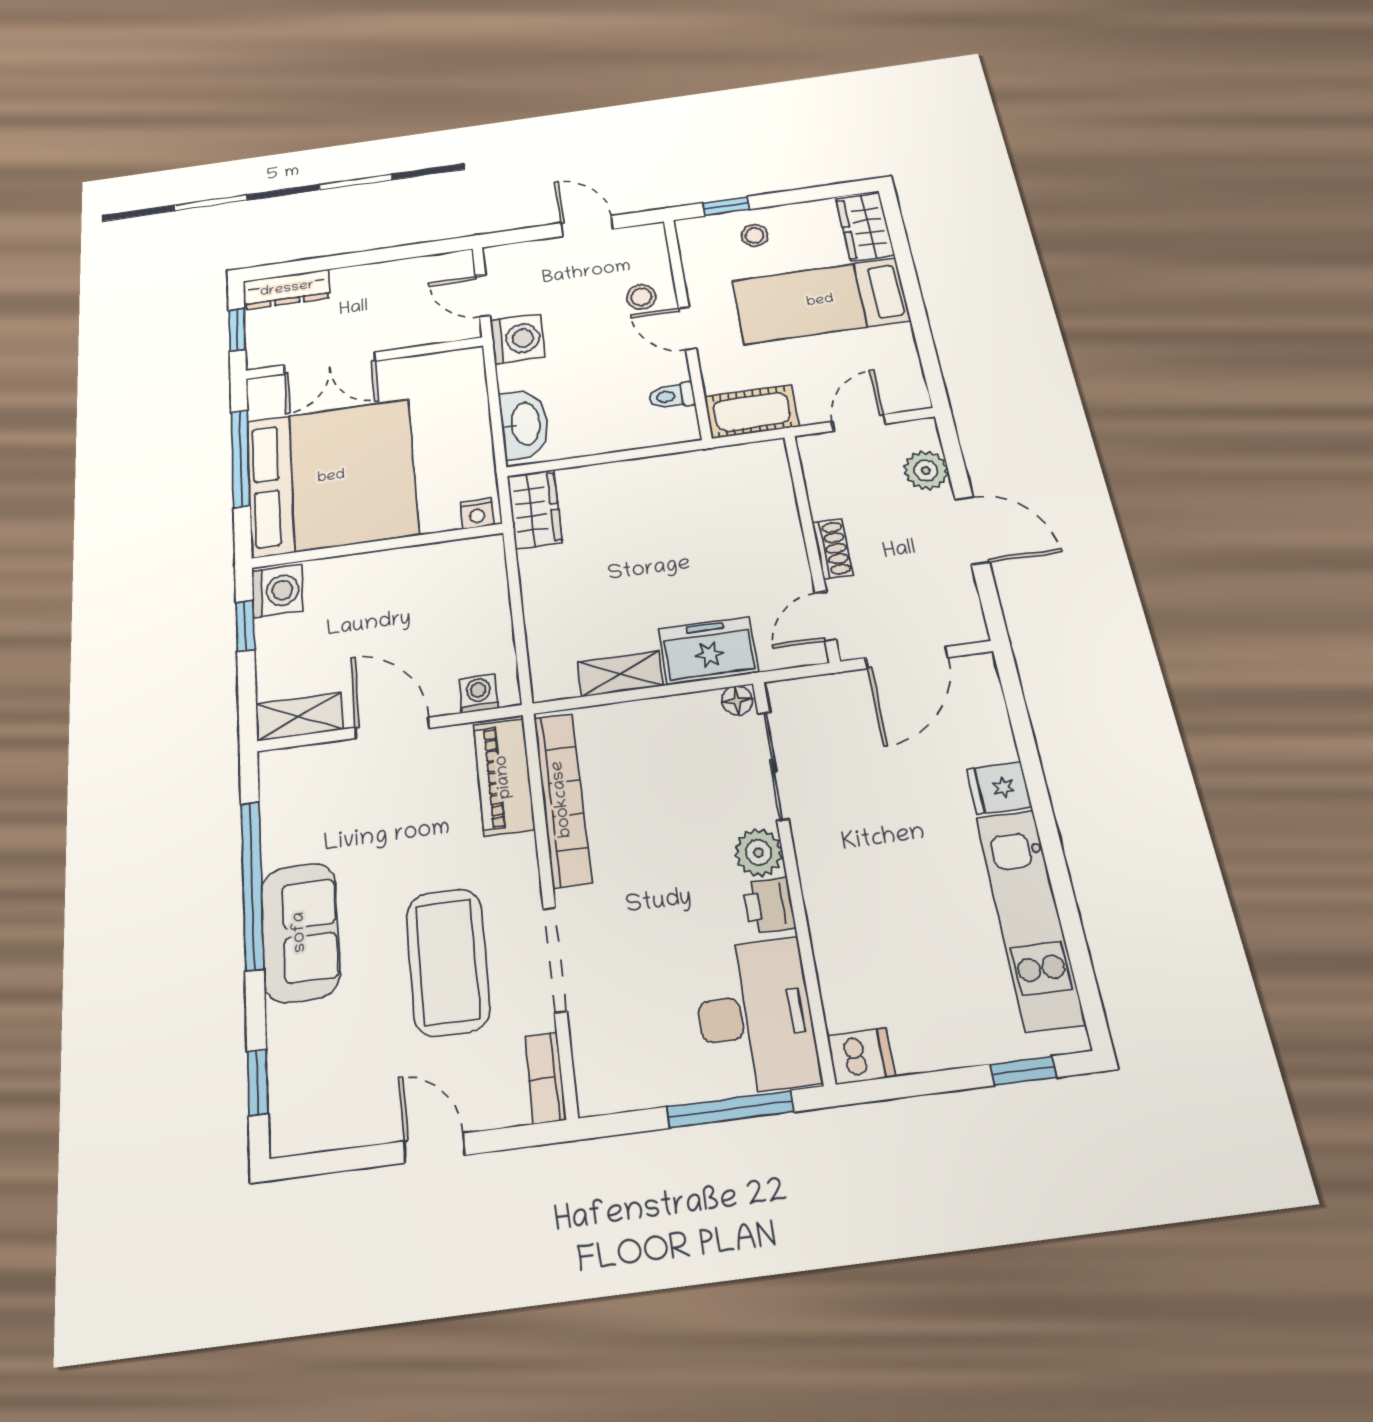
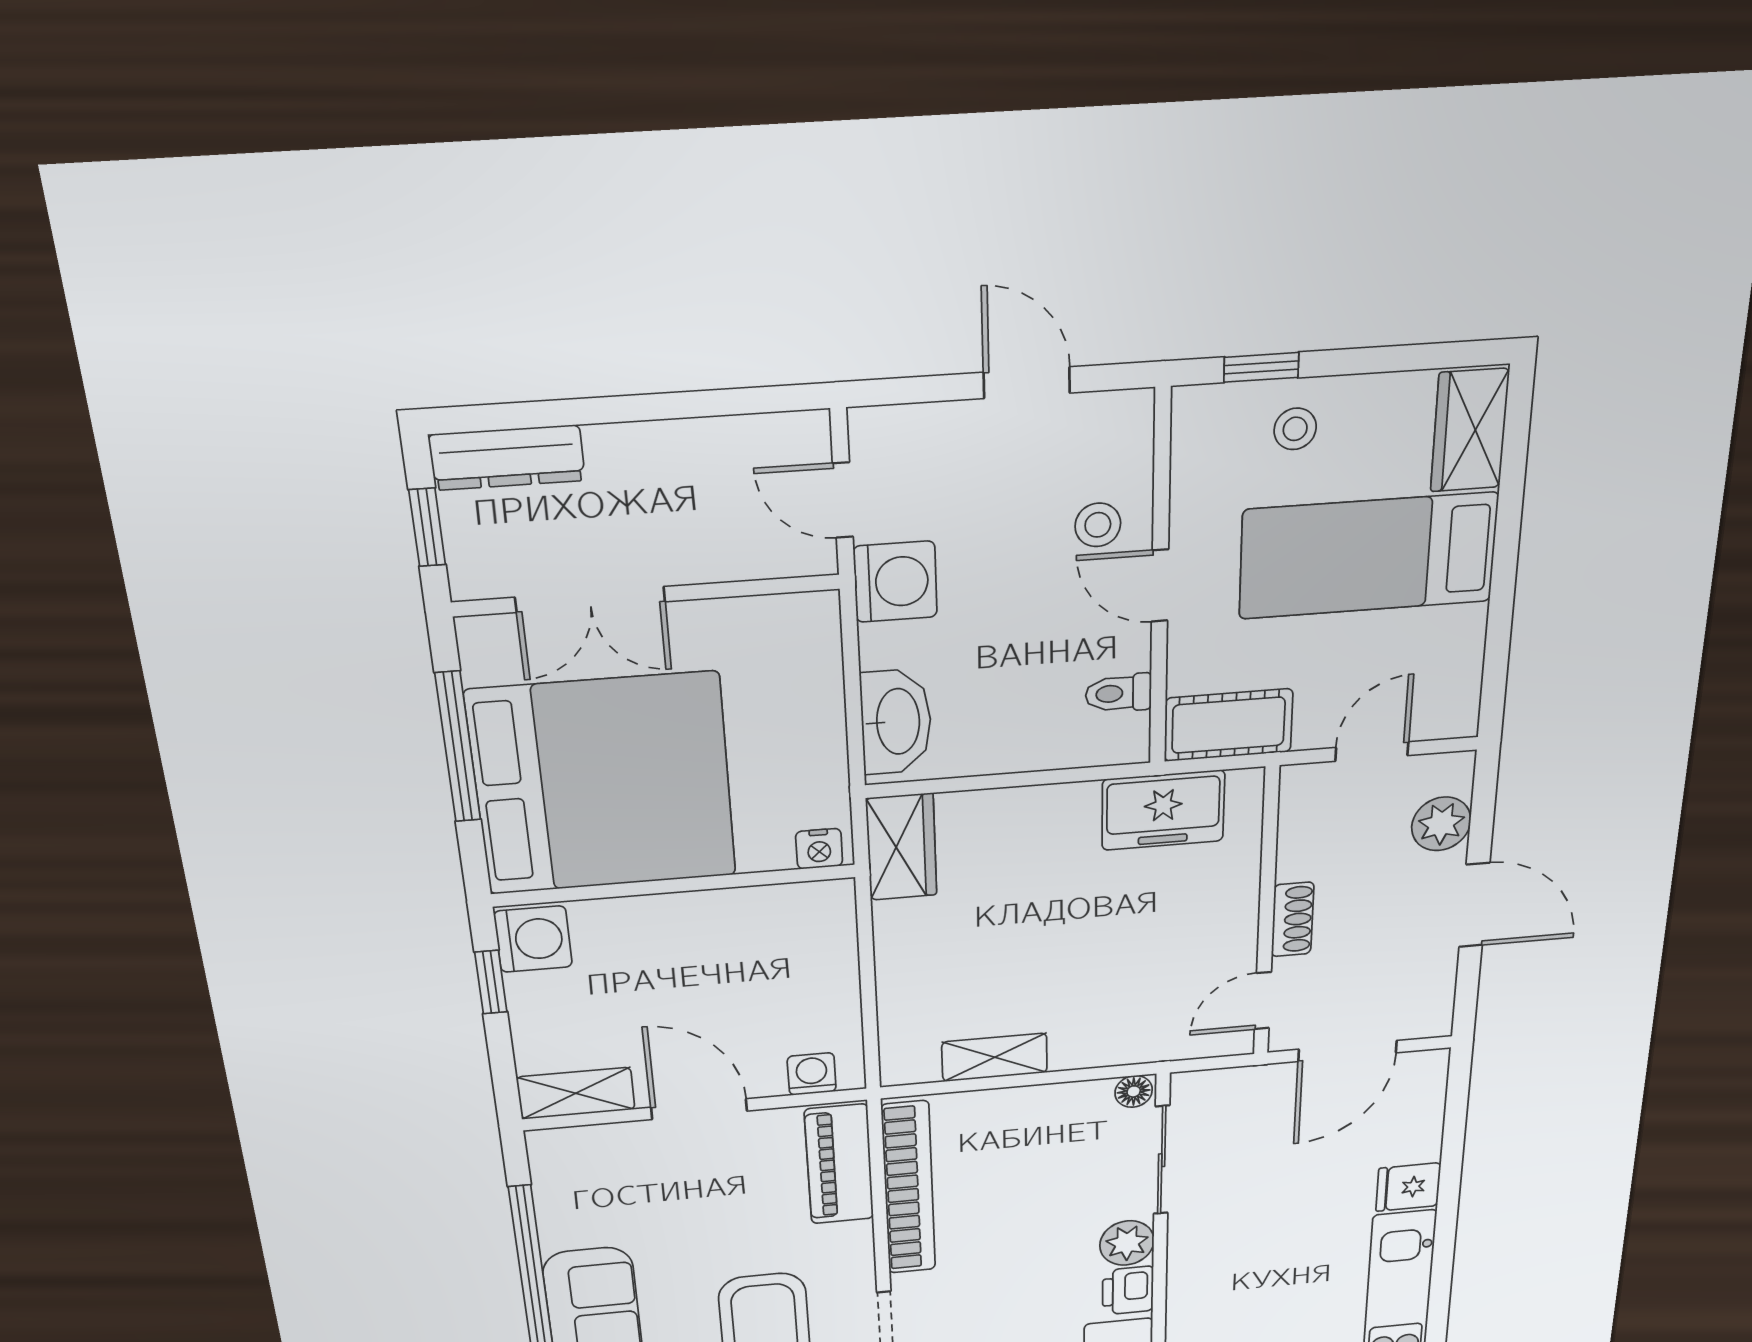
freezer: (709, 651) -> (1163, 810), moved, turned 180

